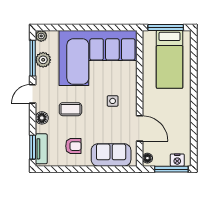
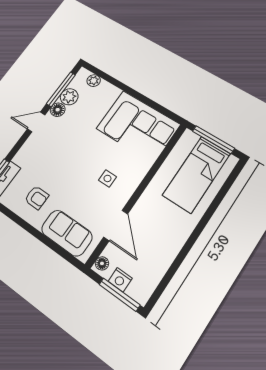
plant: (41, 36) -> (94, 81), moved
corner sofa: (98, 58) -> (138, 126), width x0.73, depth x0.74
coffee table: (70, 109) -> (60, 159), removed
floor lamp: (42, 118) -> (58, 110), moved
nightstand: (177, 160) -> (120, 280), moved

